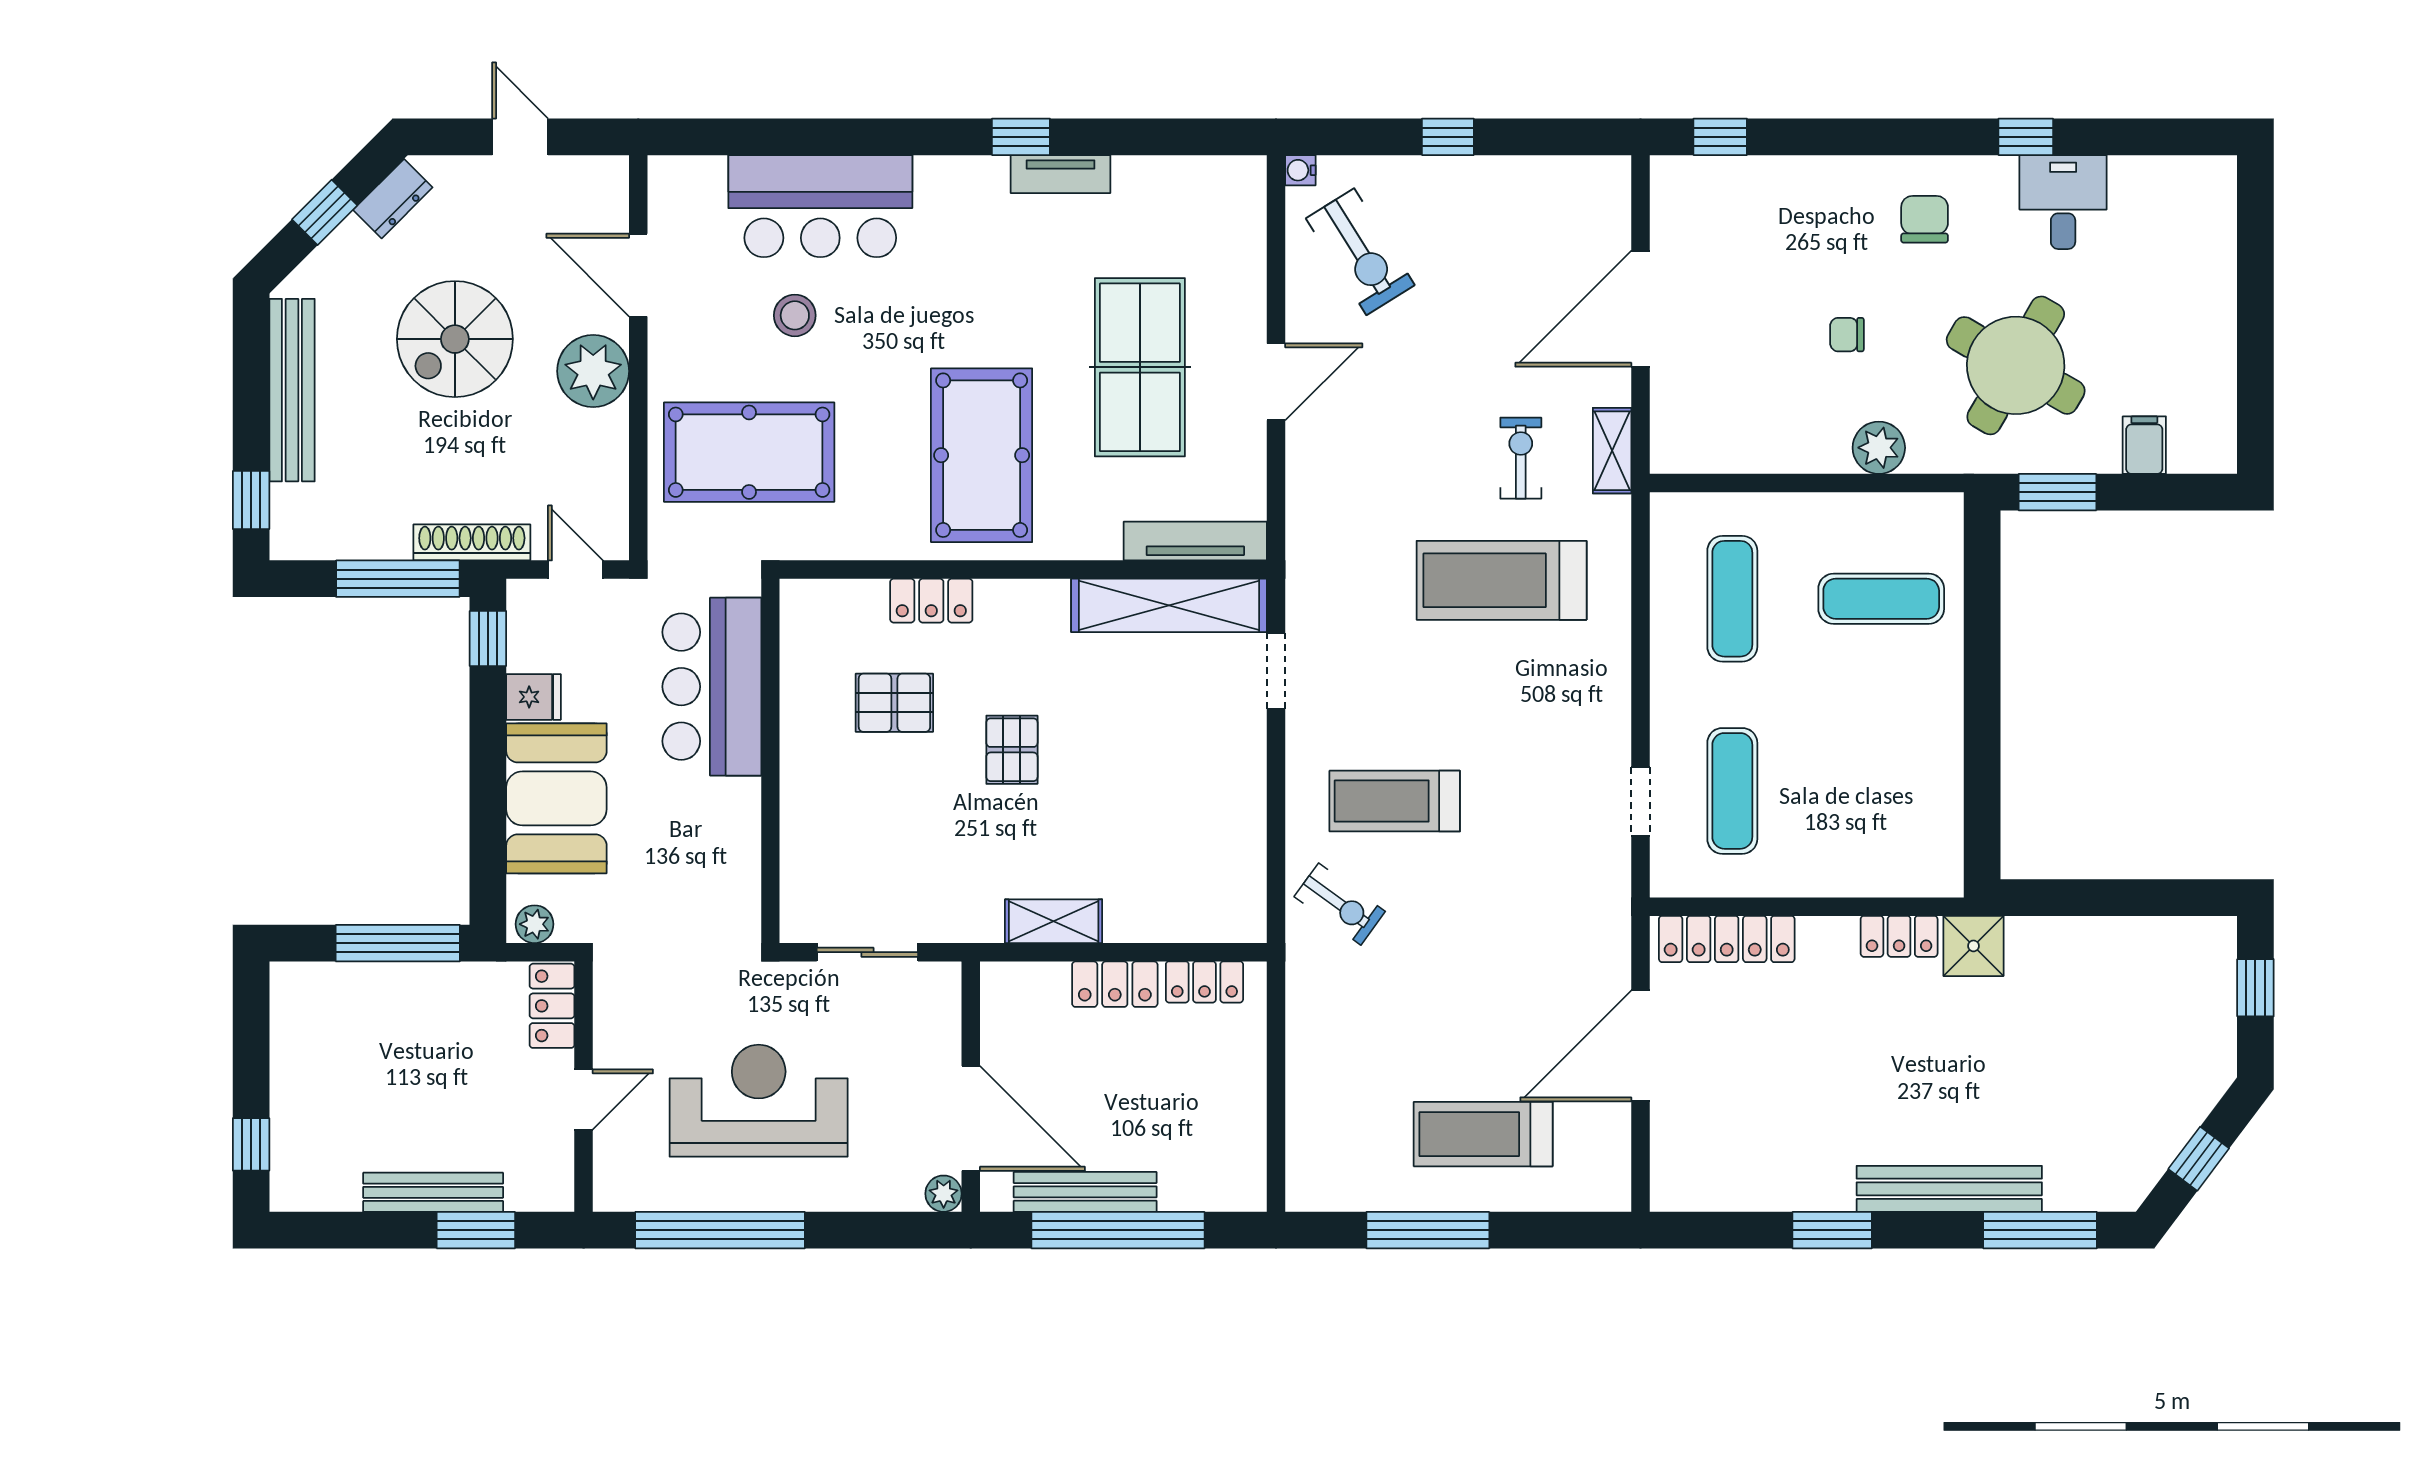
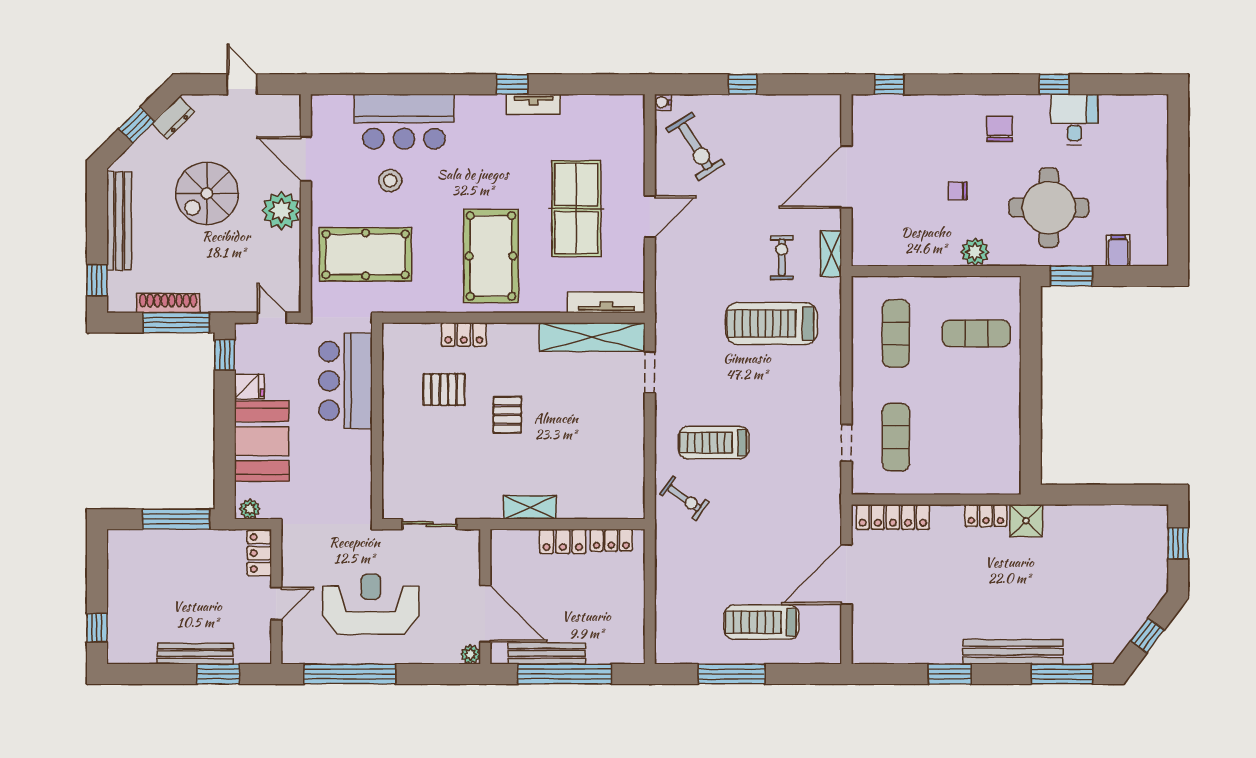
round table: (2016, 365) -> (1049, 208), turned -30
shoe rack: (472, 542) -> (168, 303), moved

